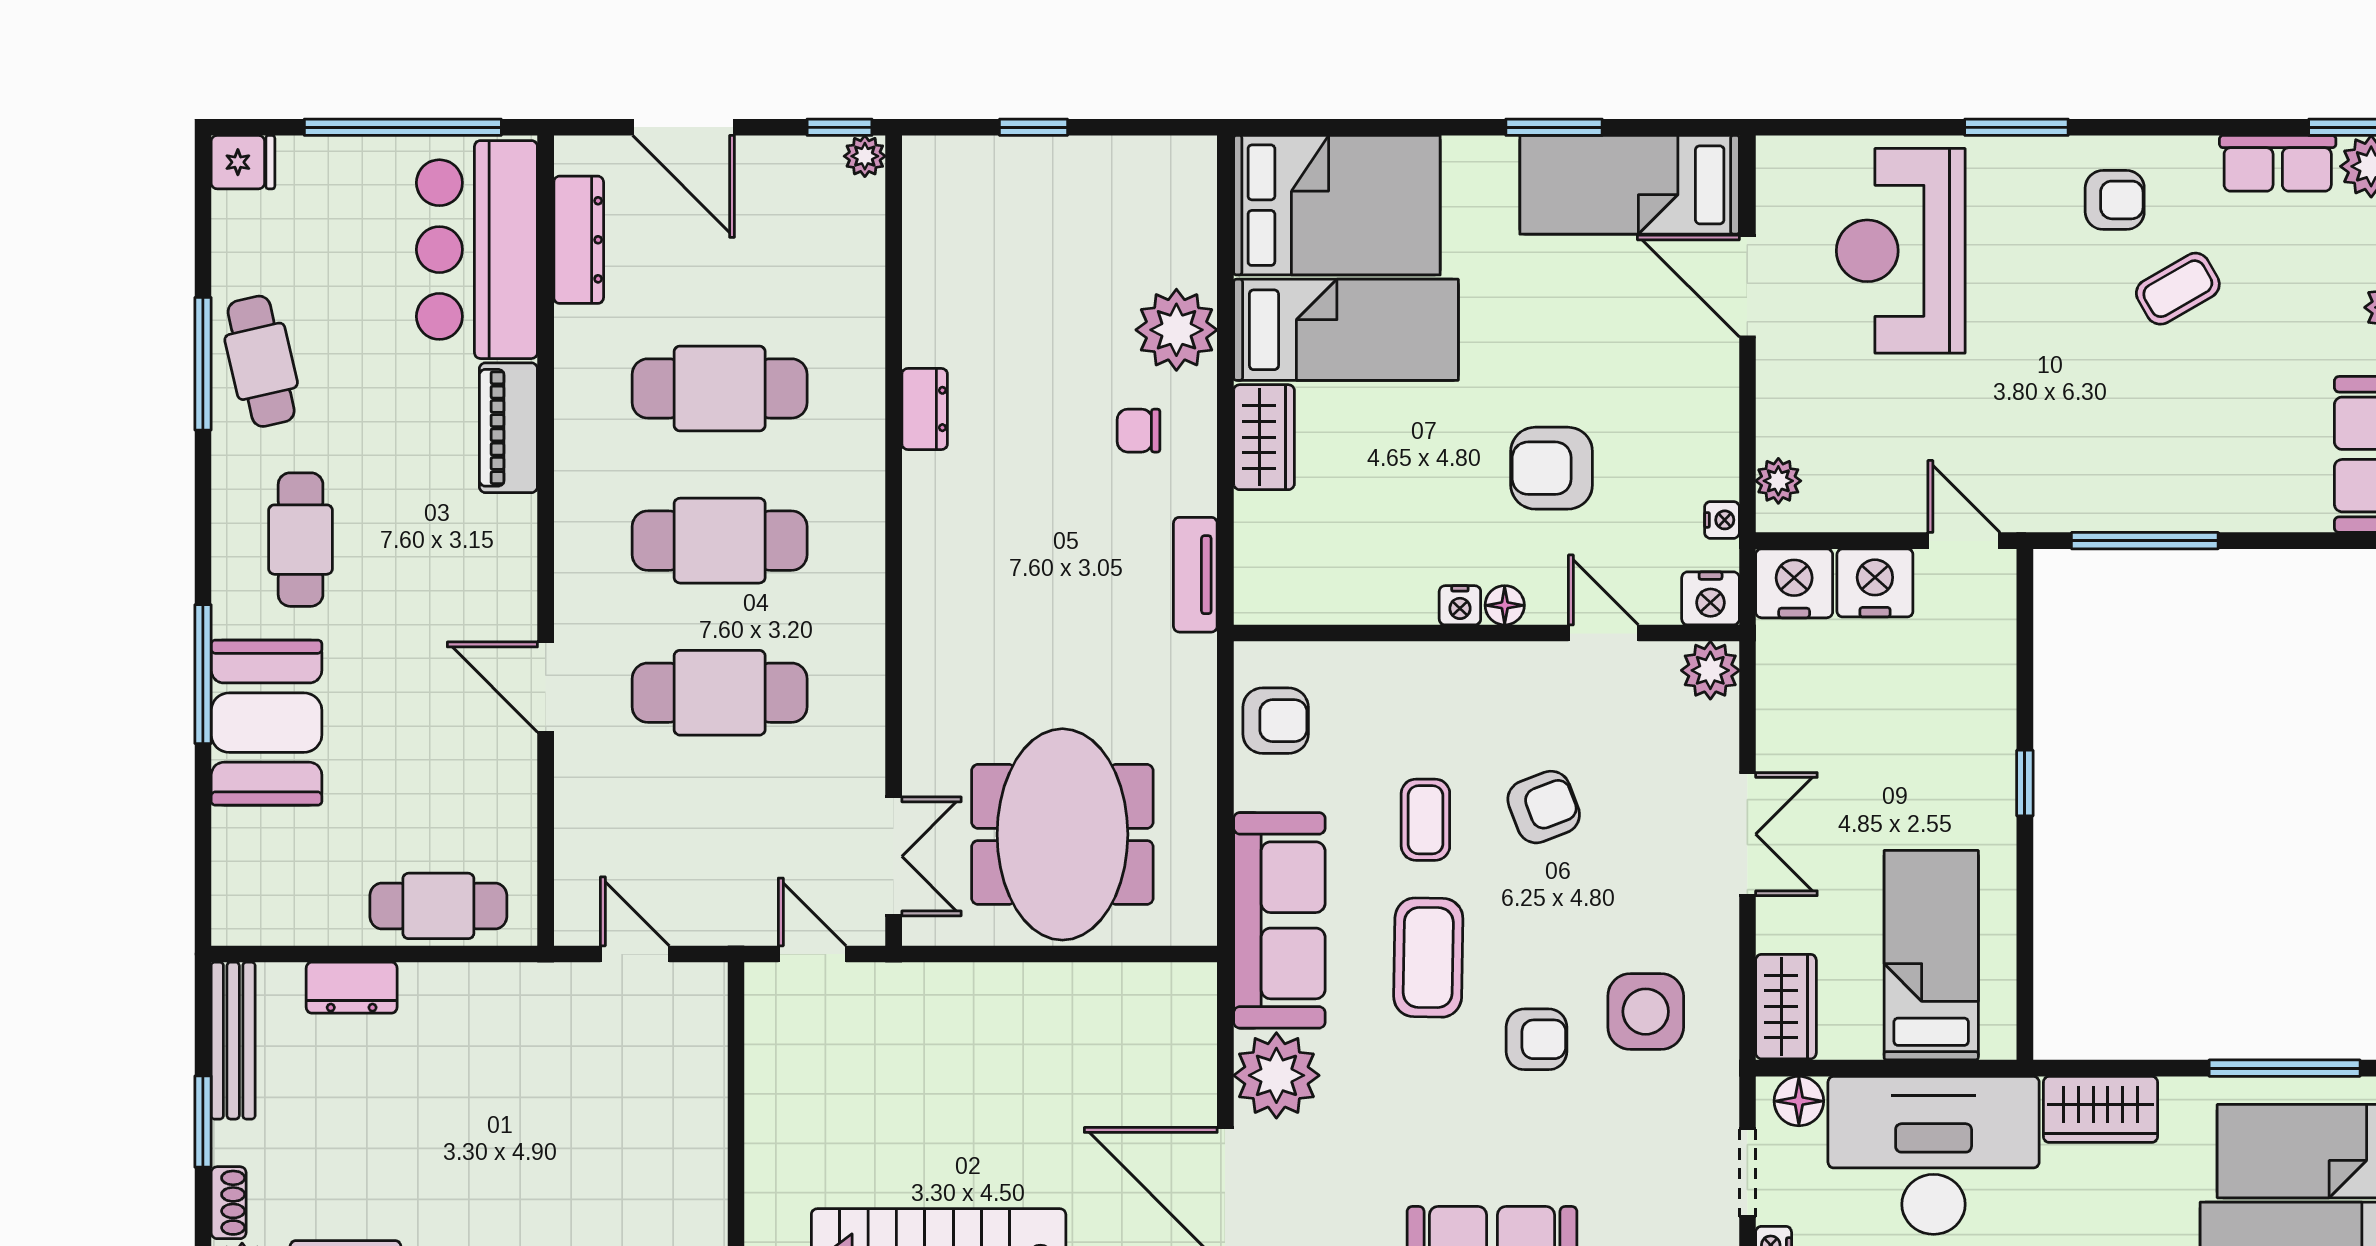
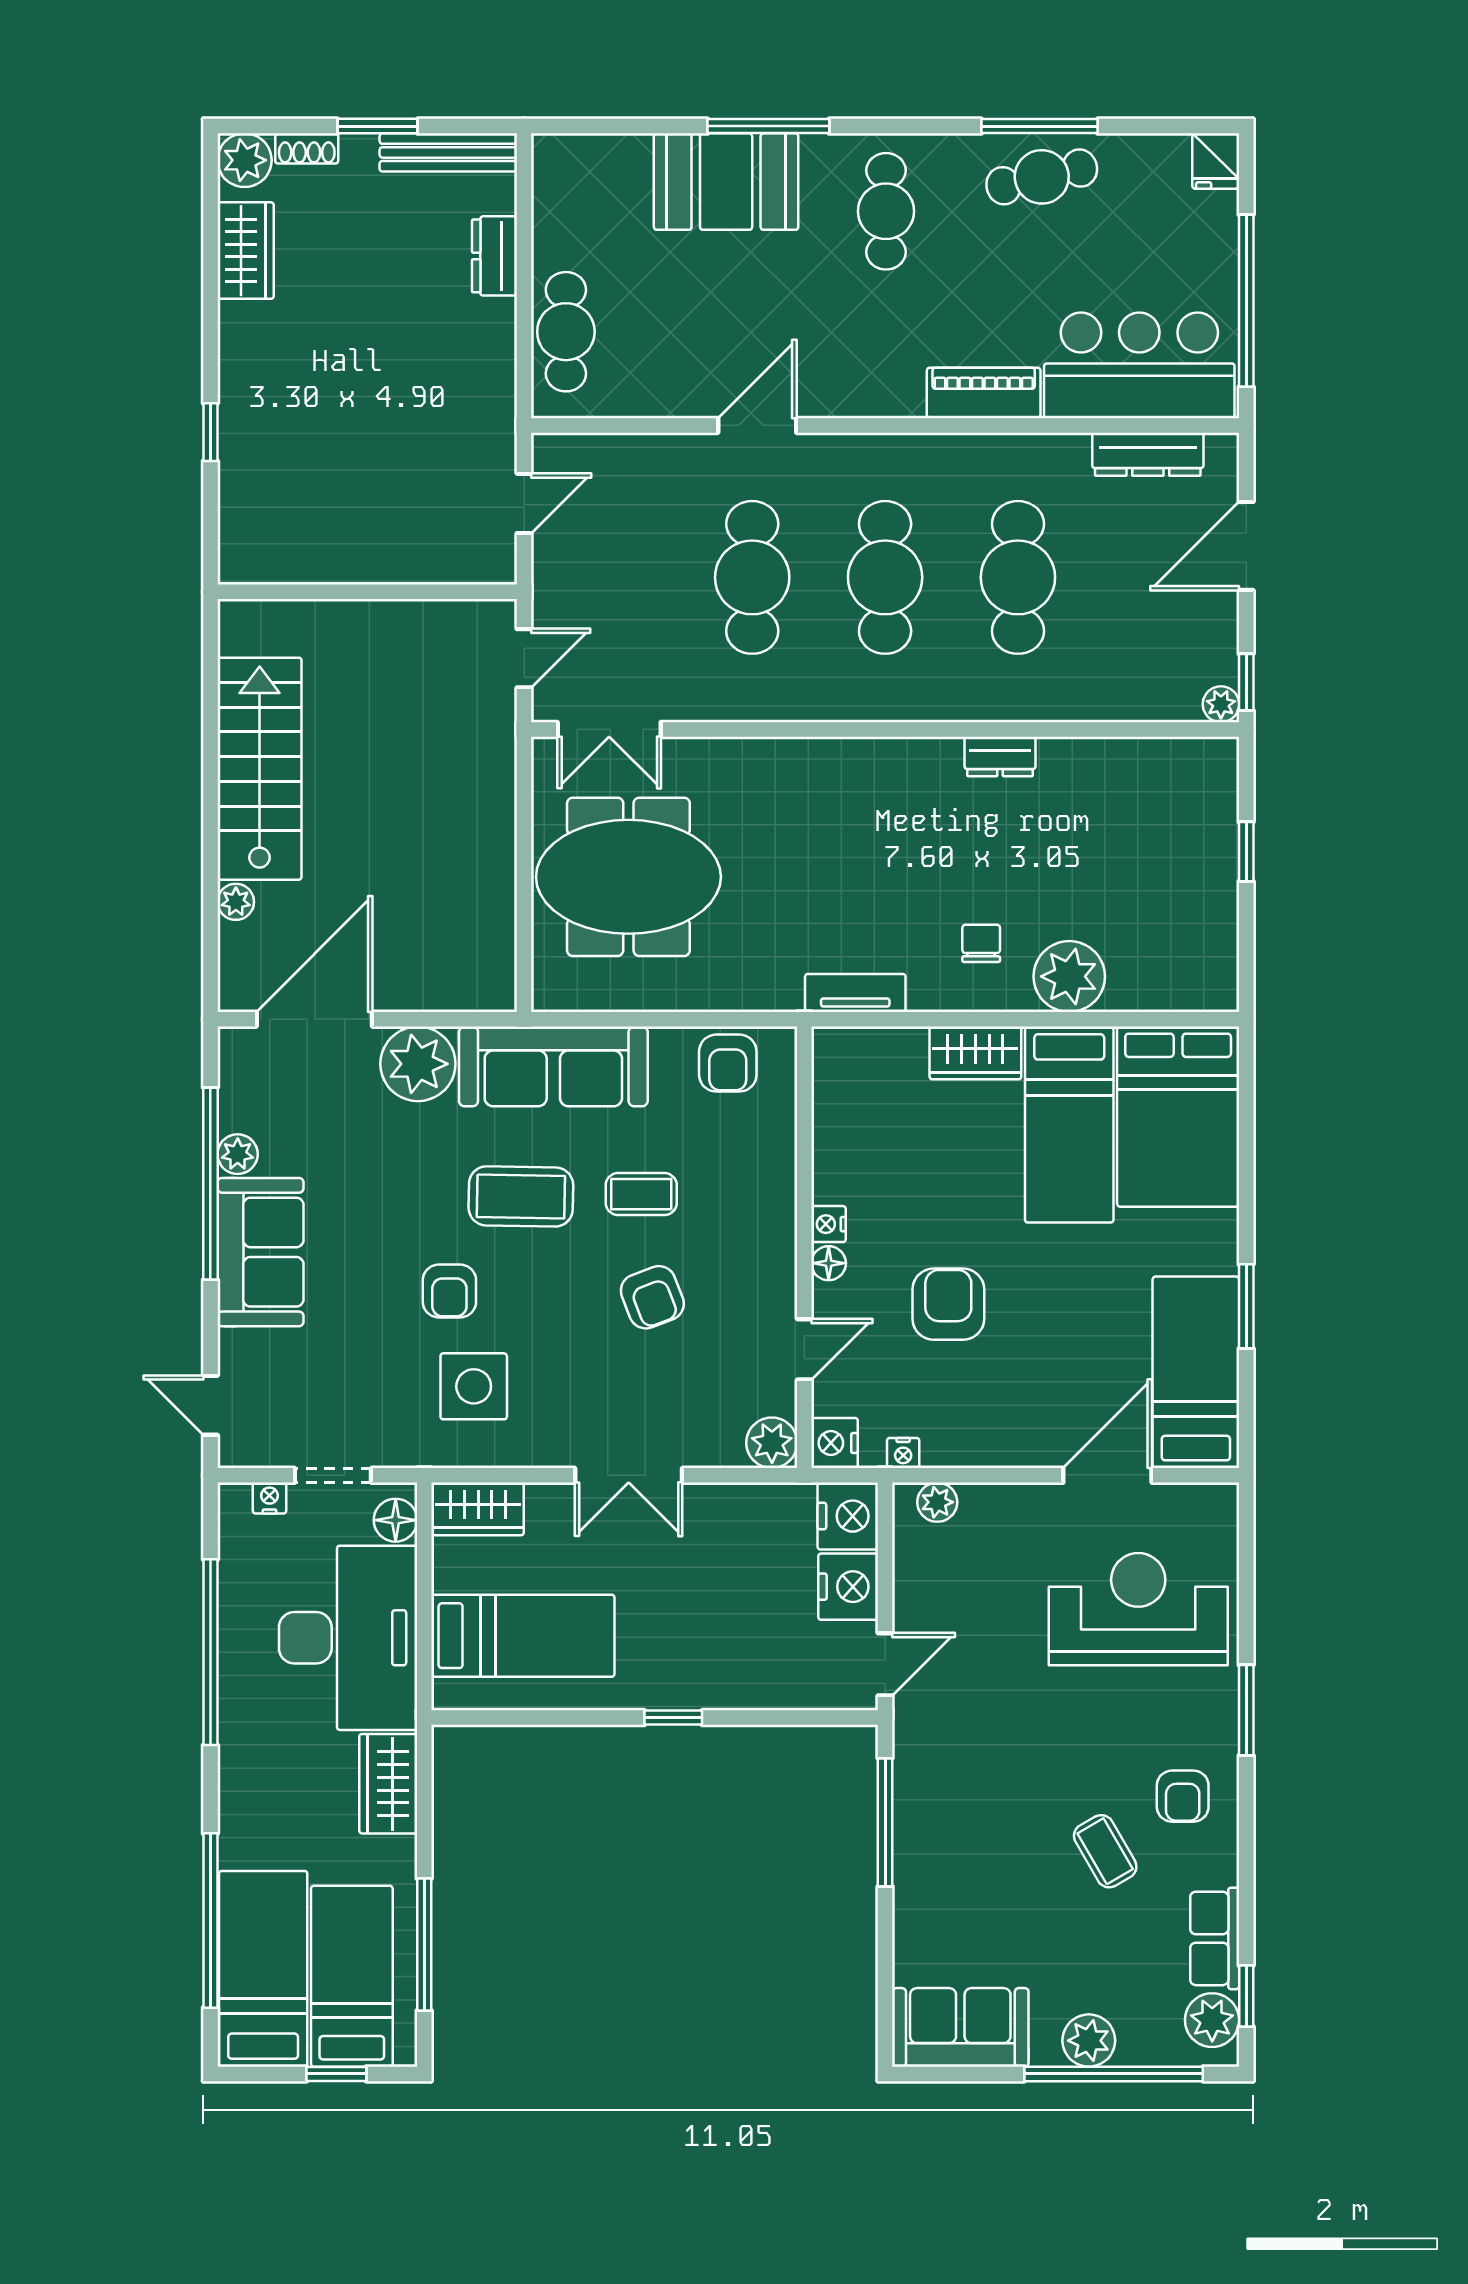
cafe table: (301, 540) -> (886, 211), turned 90

